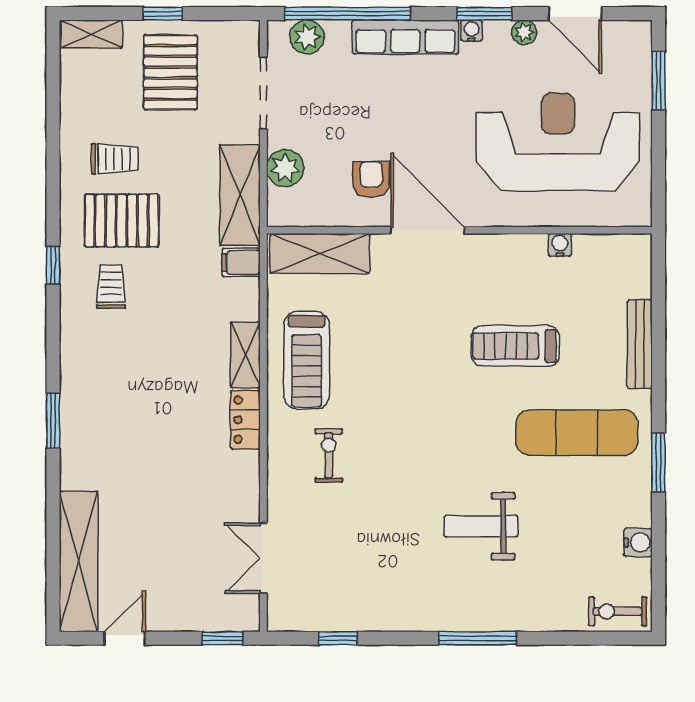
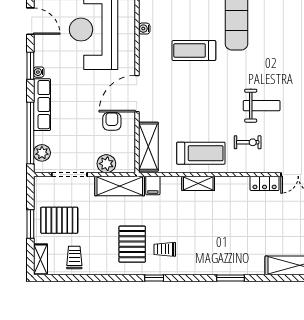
window: (163, 14) -> (30, 224), width x1.50
door: (575, 14) -> (30, 21), hinge flipped
plant: (524, 32) -> (40, 46), removed
trolley: (115, 159) -> (74, 258), moved
armchair: (371, 179) -> (112, 121), turned 90
treadmill: (515, 346) -> (194, 50), turned 90
locker: (245, 420) -> (265, 183), moved
exercise bike: (329, 455) -> (248, 142), turned 180
weight bench: (481, 526) -> (262, 106), moved, turned -90

